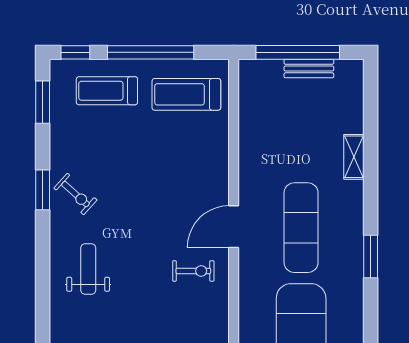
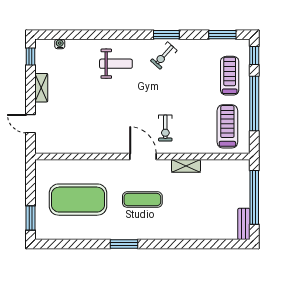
bench: (309, 69) -> (244, 224), moved
shelving: (354, 157) -> (186, 166), moved
exercise mat: (301, 228) -> (142, 200), width x0.73, depth x0.69
exercise bike: (193, 271) -> (165, 128), moved

